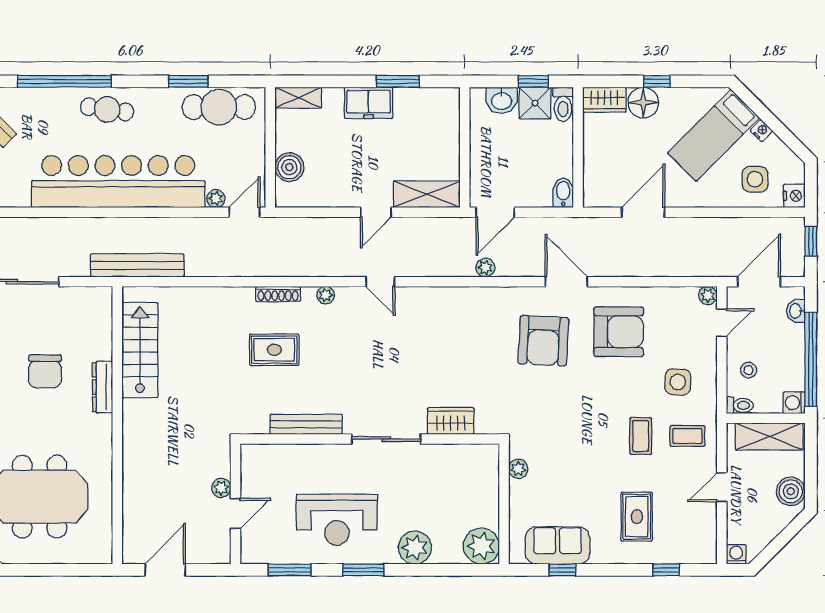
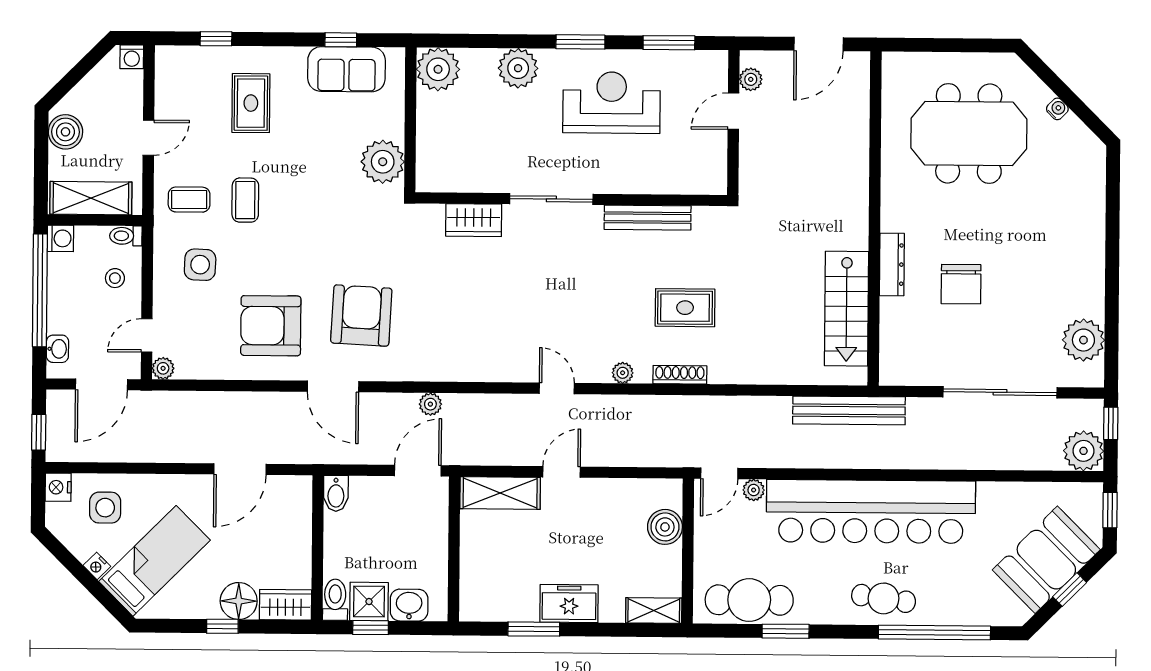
chair: (45, 371) -> (961, 284), turned 180
plant: (518, 469) -> (383, 162), width x1.87, depth x1.87
plant: (221, 488) -> (751, 79), moved

